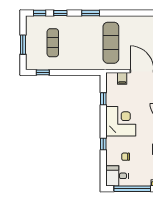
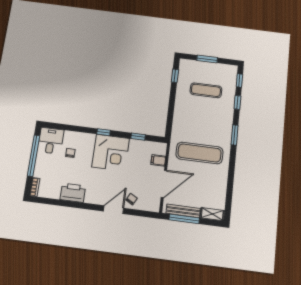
window: (103, 144) -> (104, 132), moved

